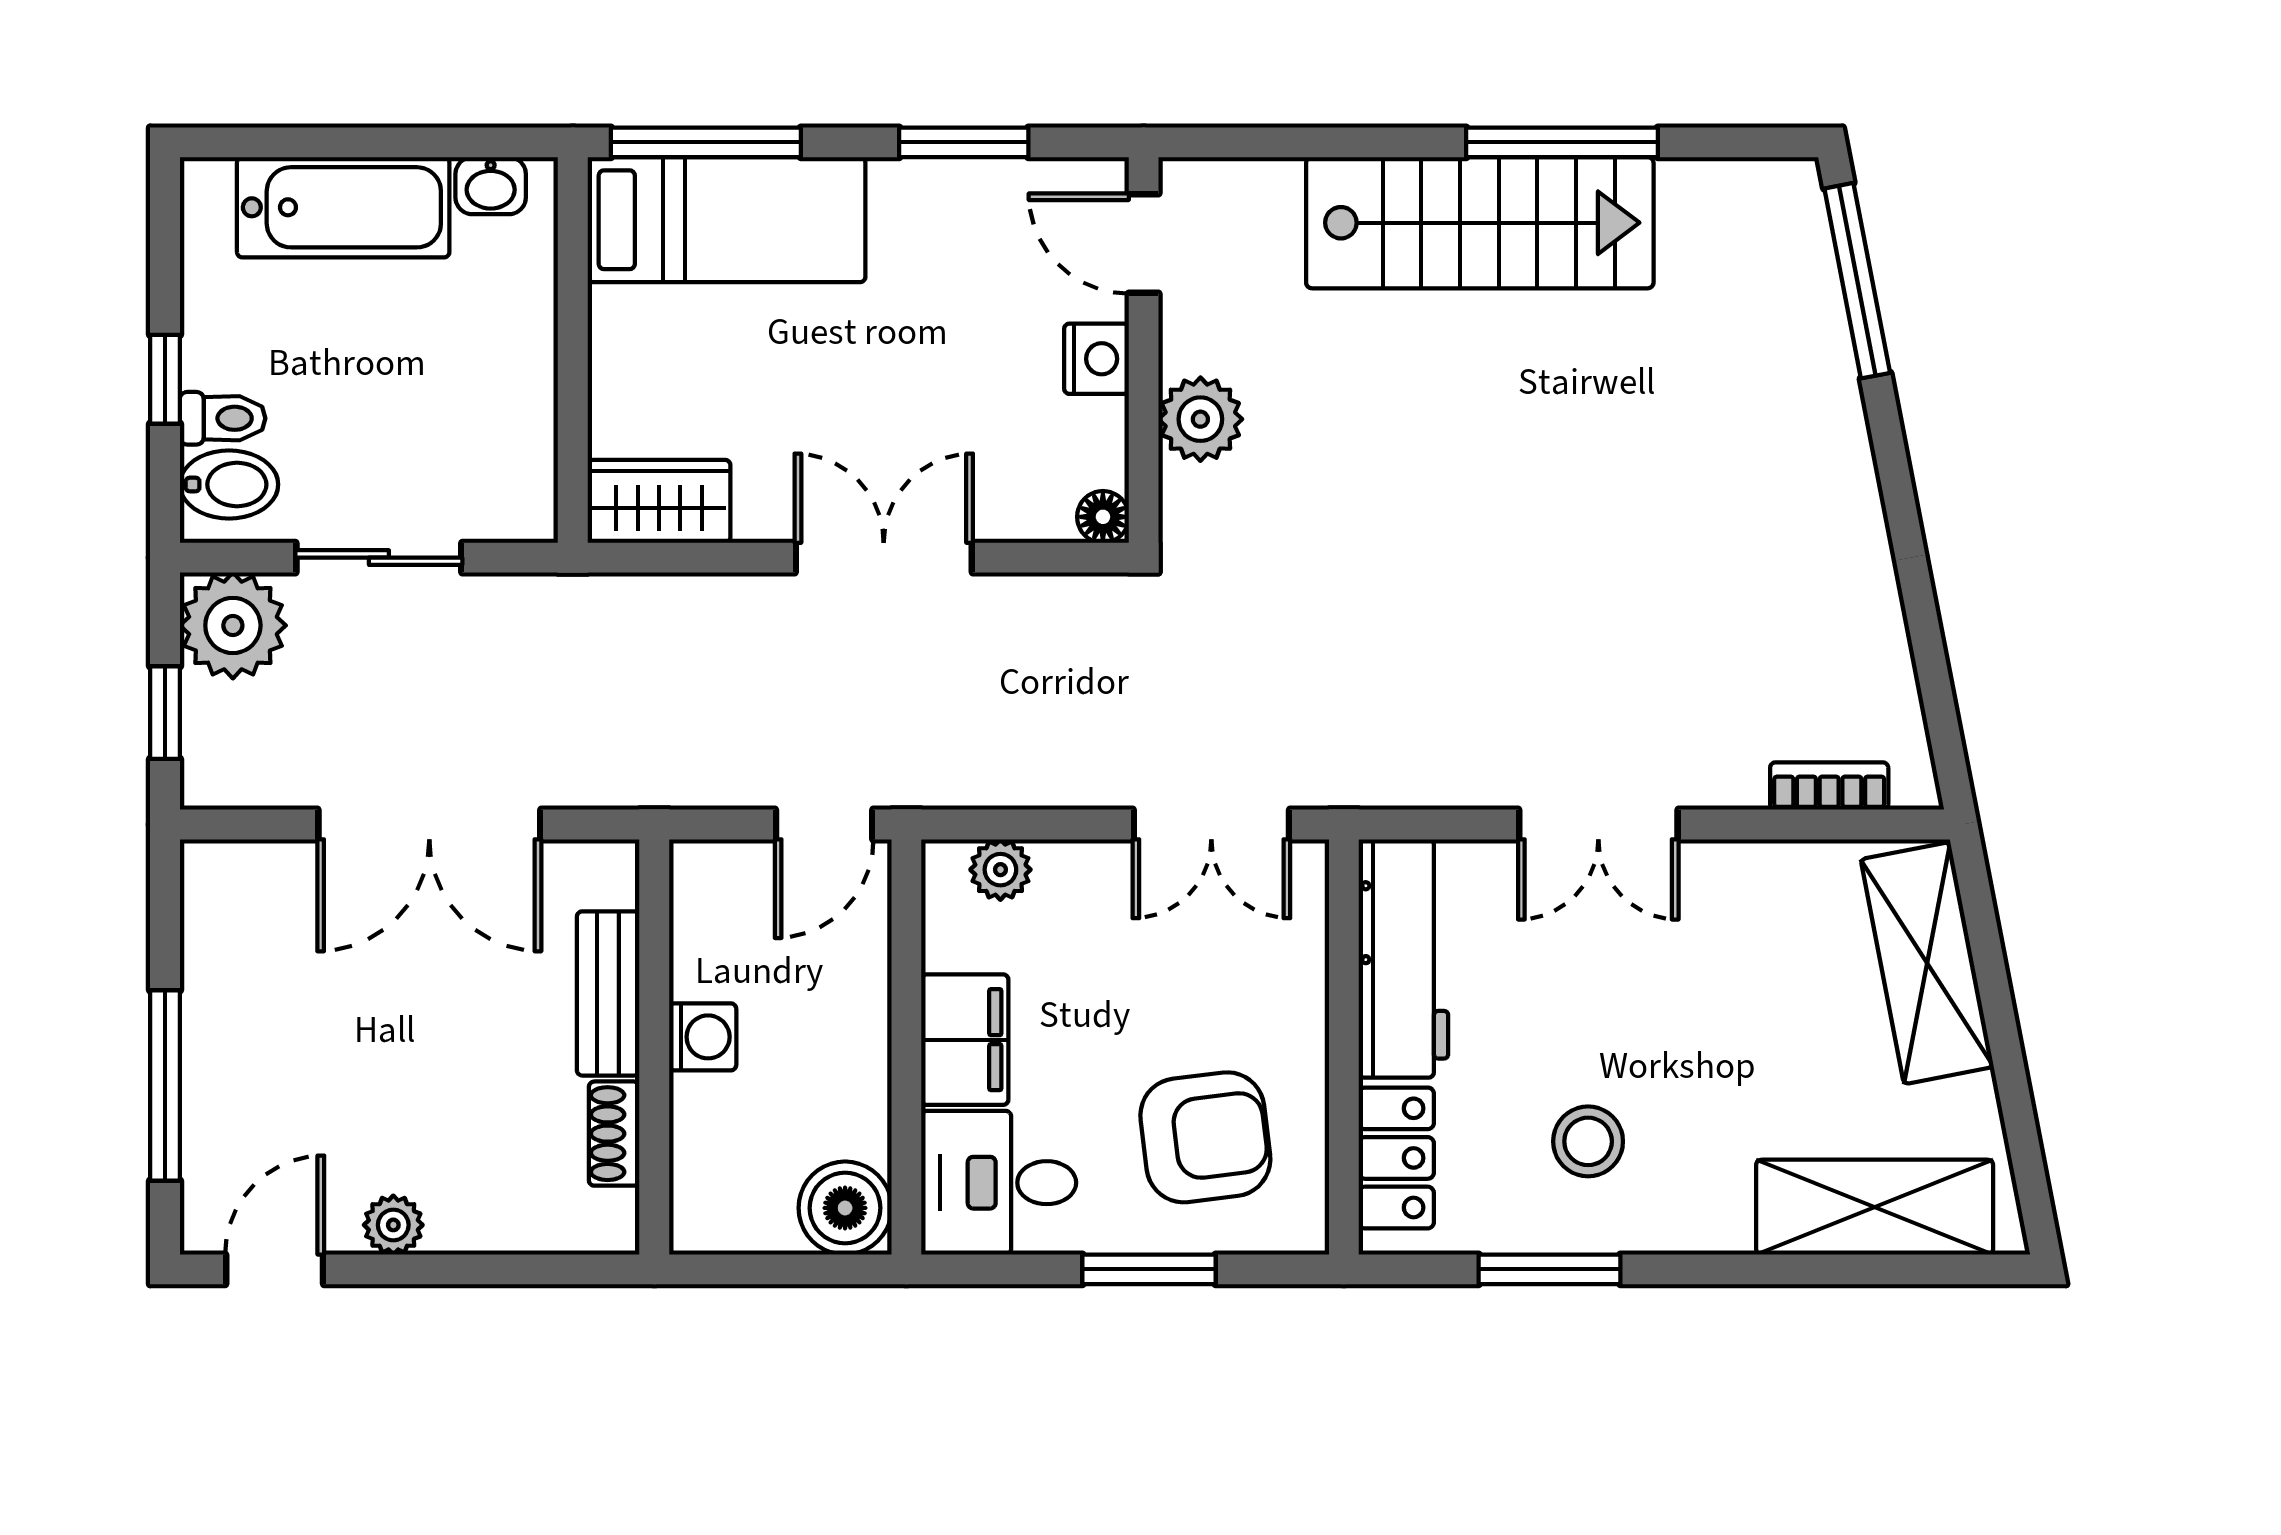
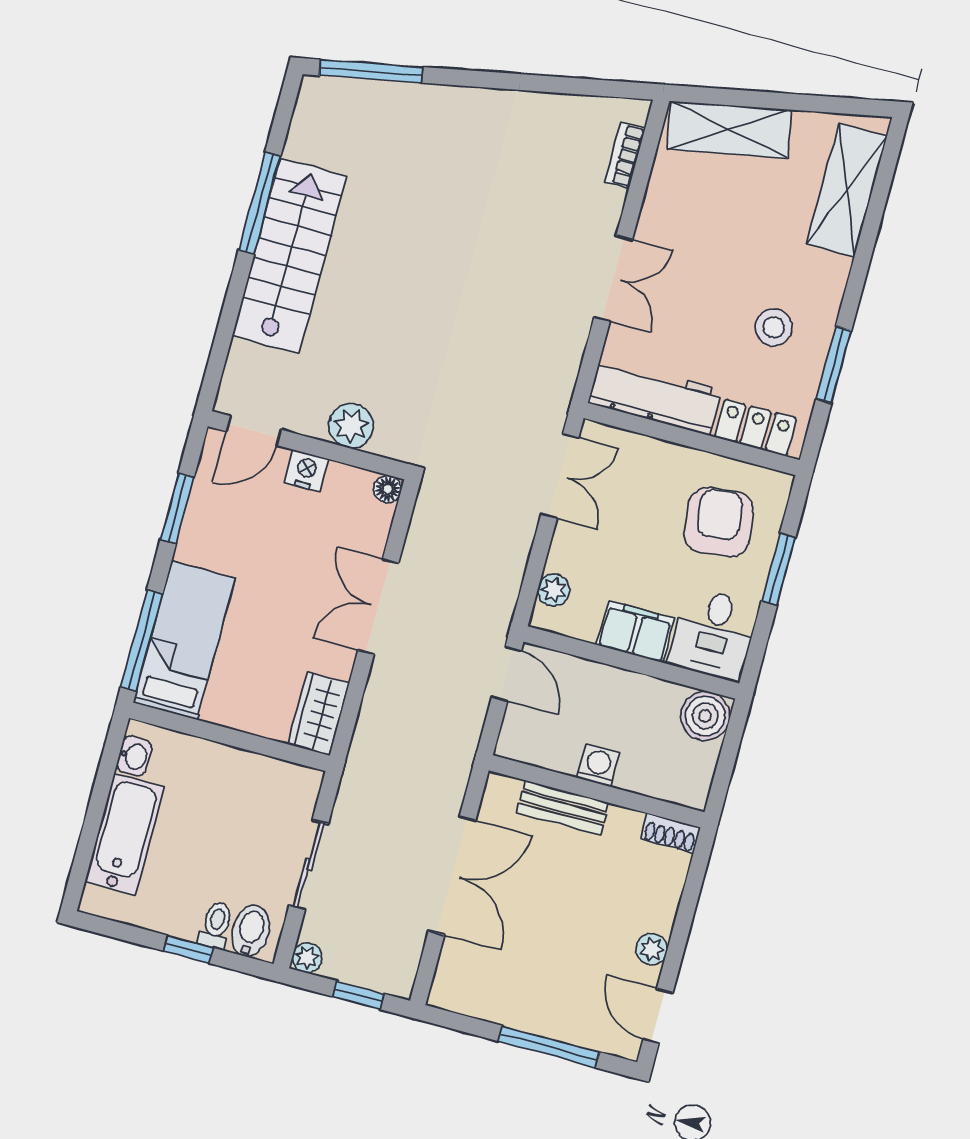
plant: (233, 625) -> (307, 958), width x0.53, depth x0.53
shoe rack: (614, 1134) -> (671, 833), moved

